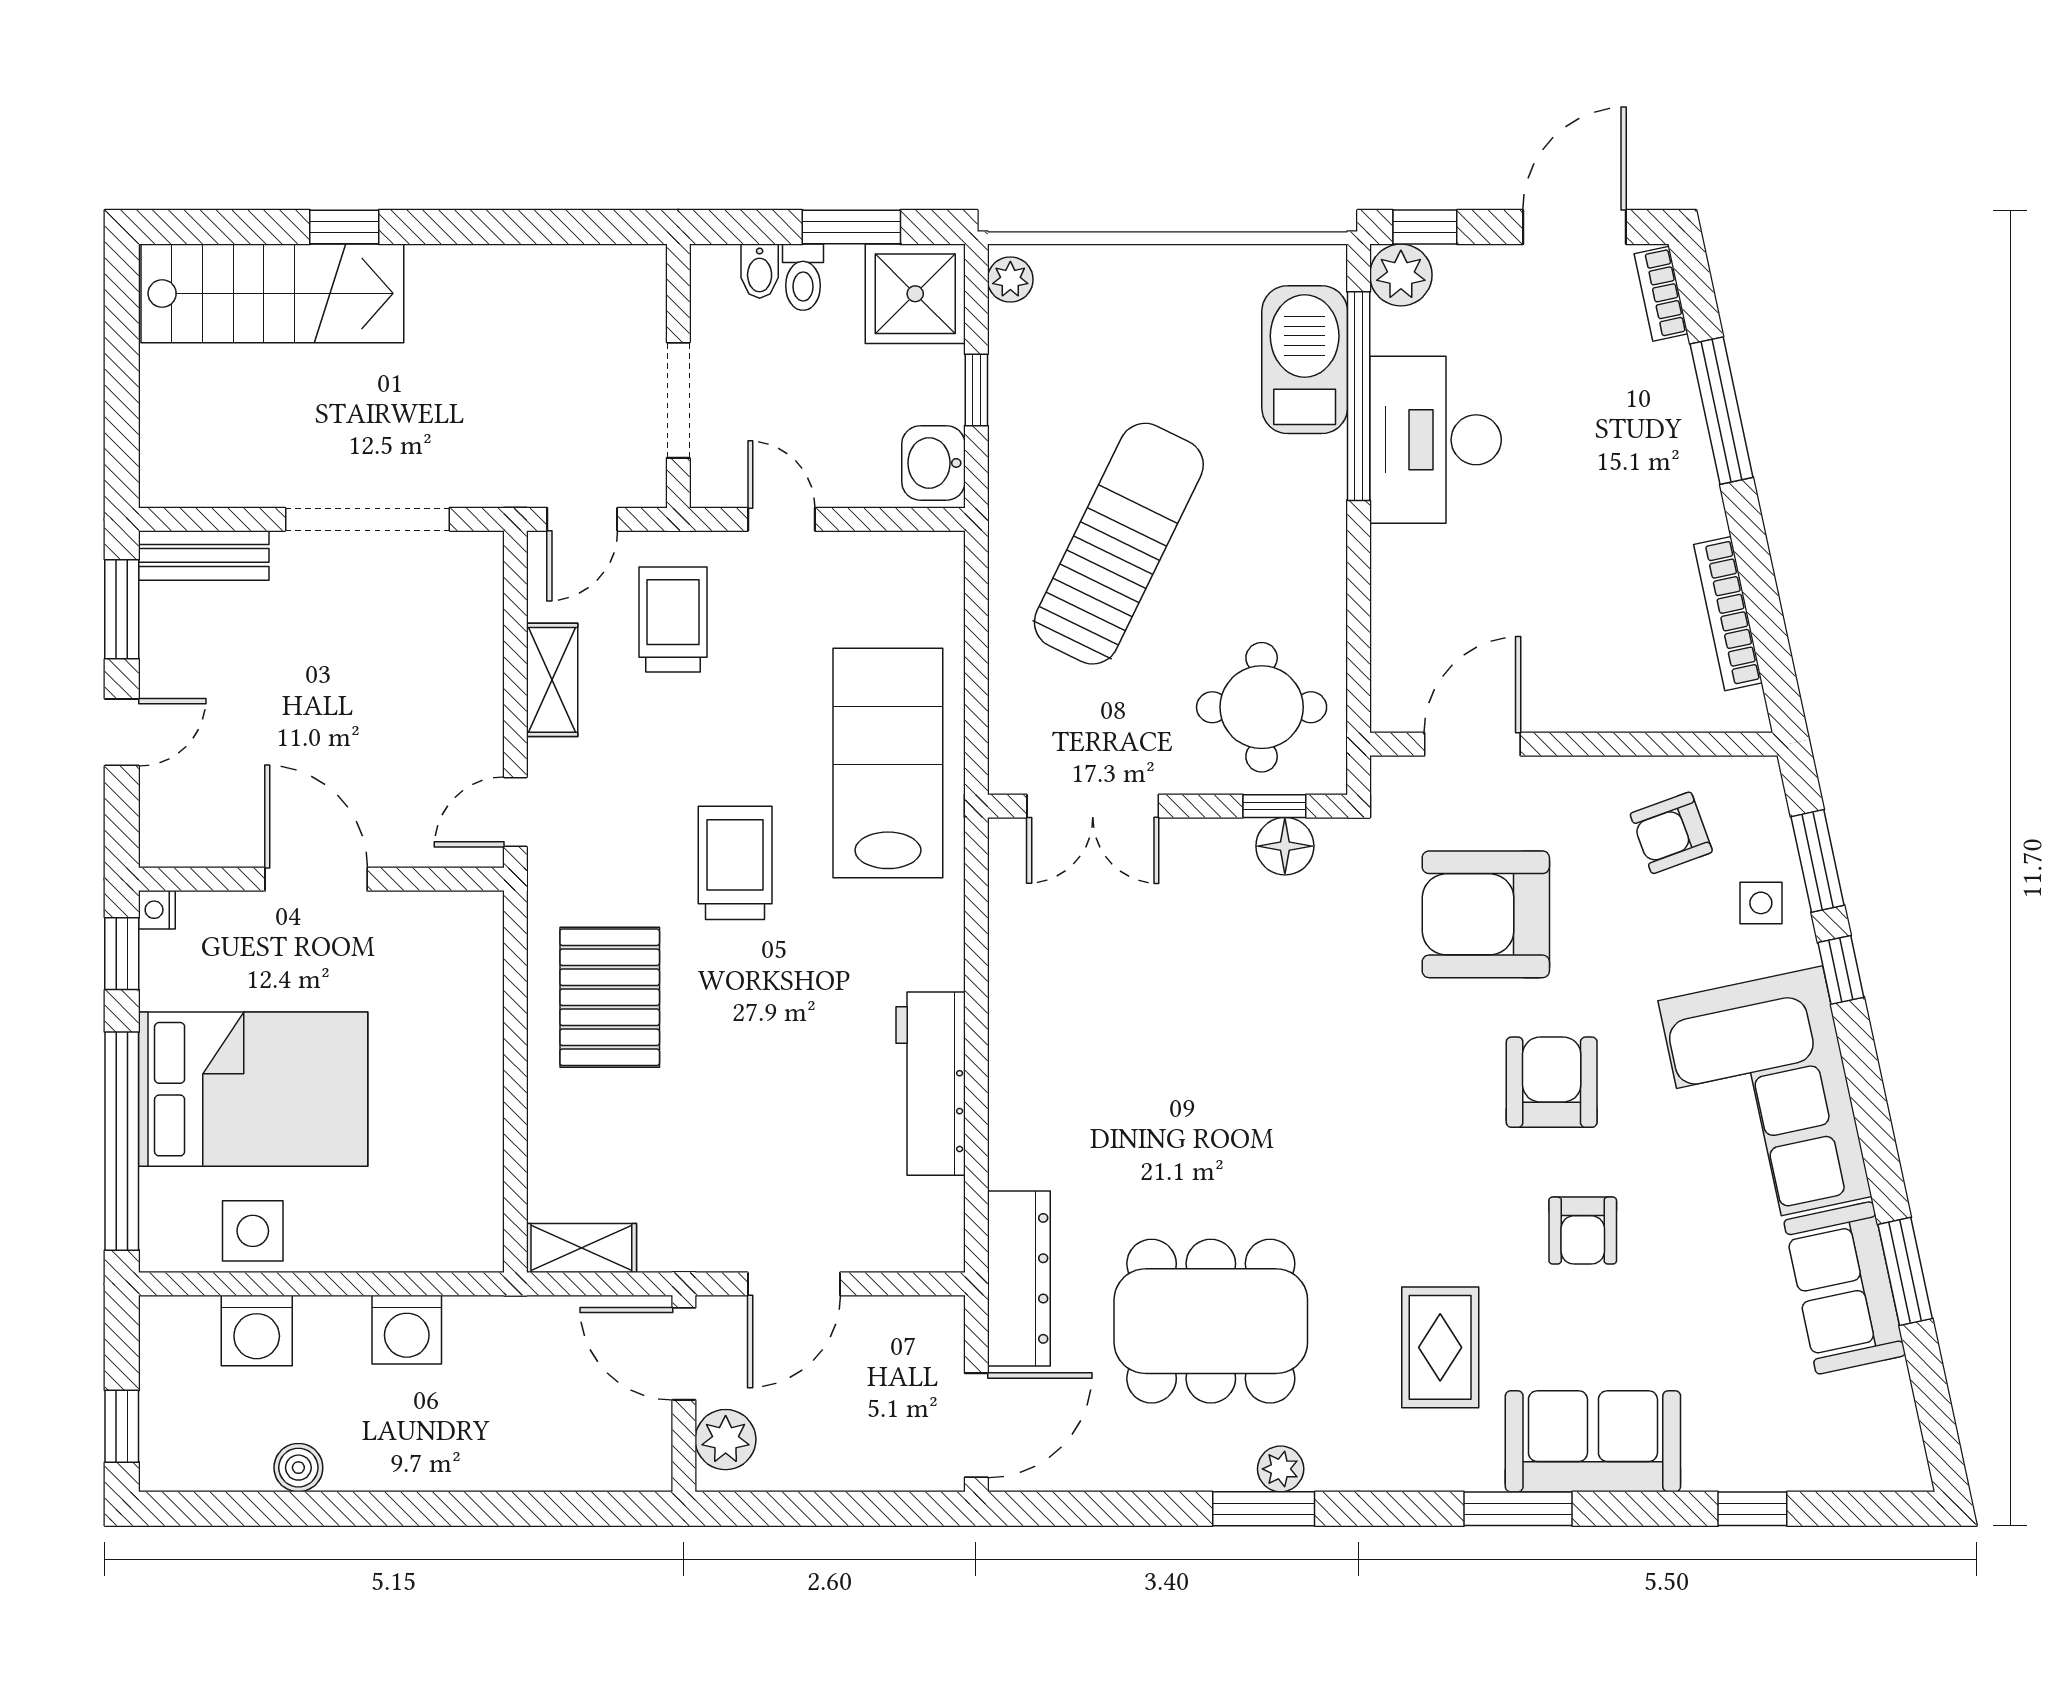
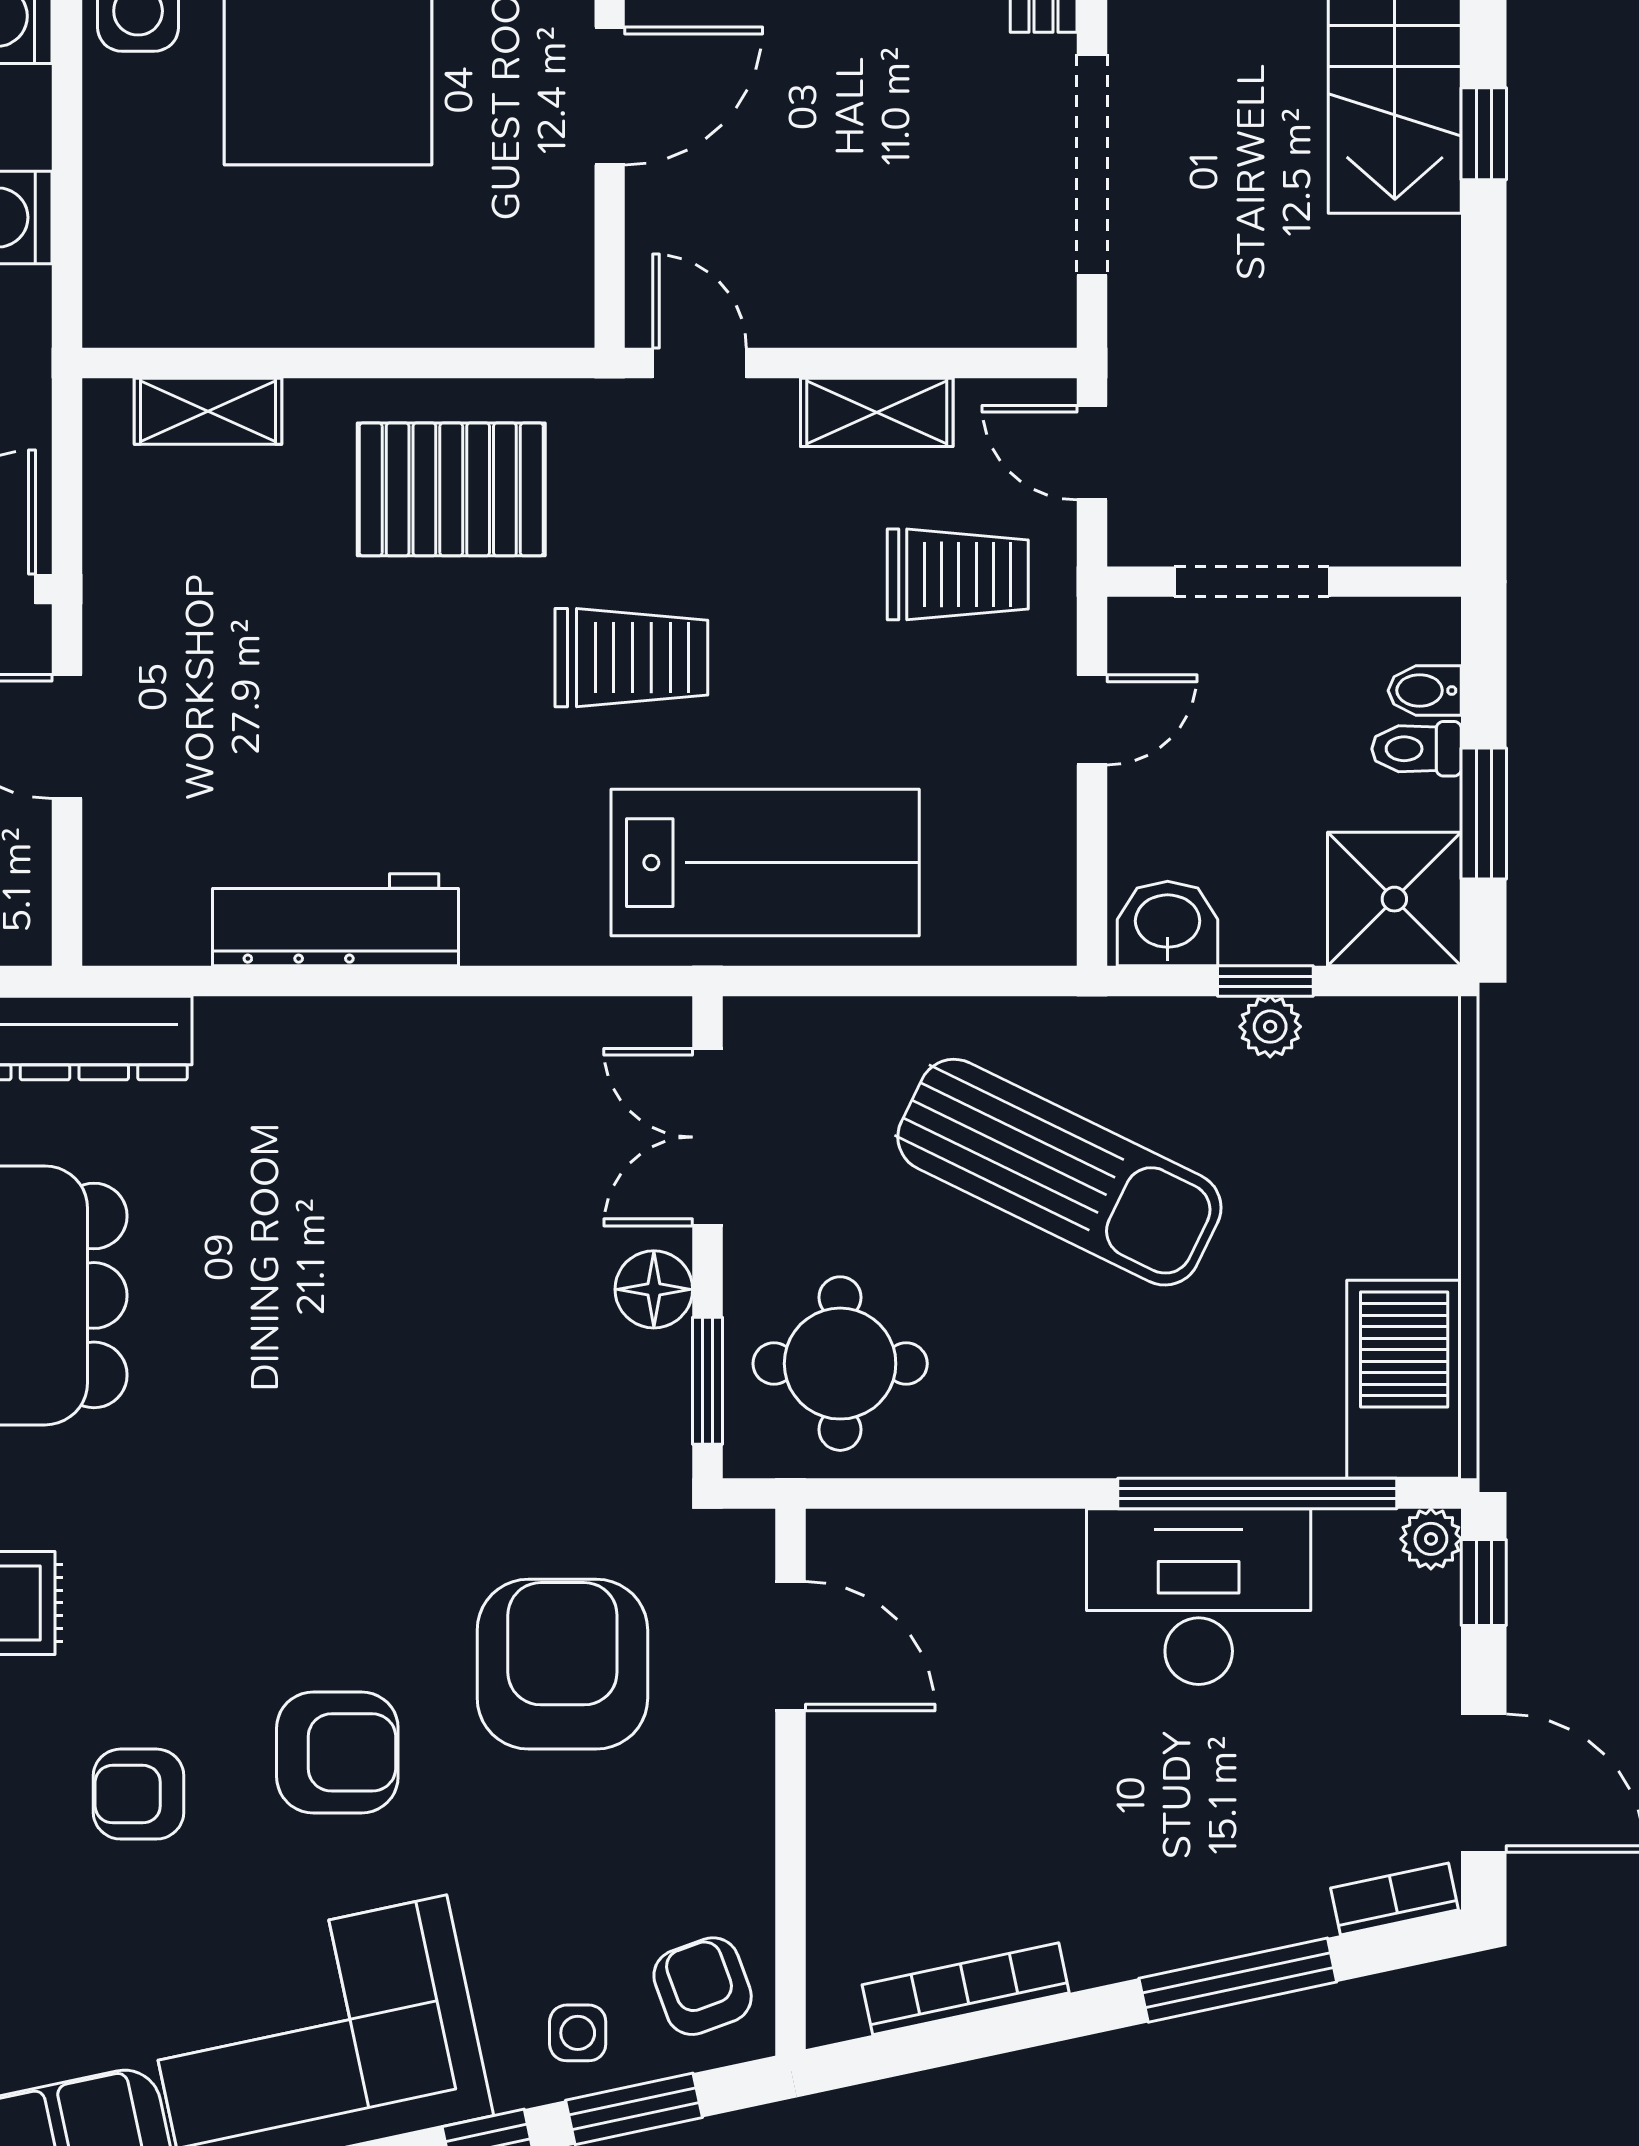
plant: (1401, 275) -> (1431, 1539), width x0.73, depth x0.73
plant: (1010, 280) -> (1270, 1027), moved
barbecue: (1305, 360) -> (1404, 1379), moved, turned -90
window: (1274, 806) -> (708, 1381), width x1.50
armchair: (1671, 833) -> (703, 1986), moved
floor lamp: (1285, 846) -> (654, 1289), moved
shelving: (581, 1248) -> (208, 411), moved, turned 90

